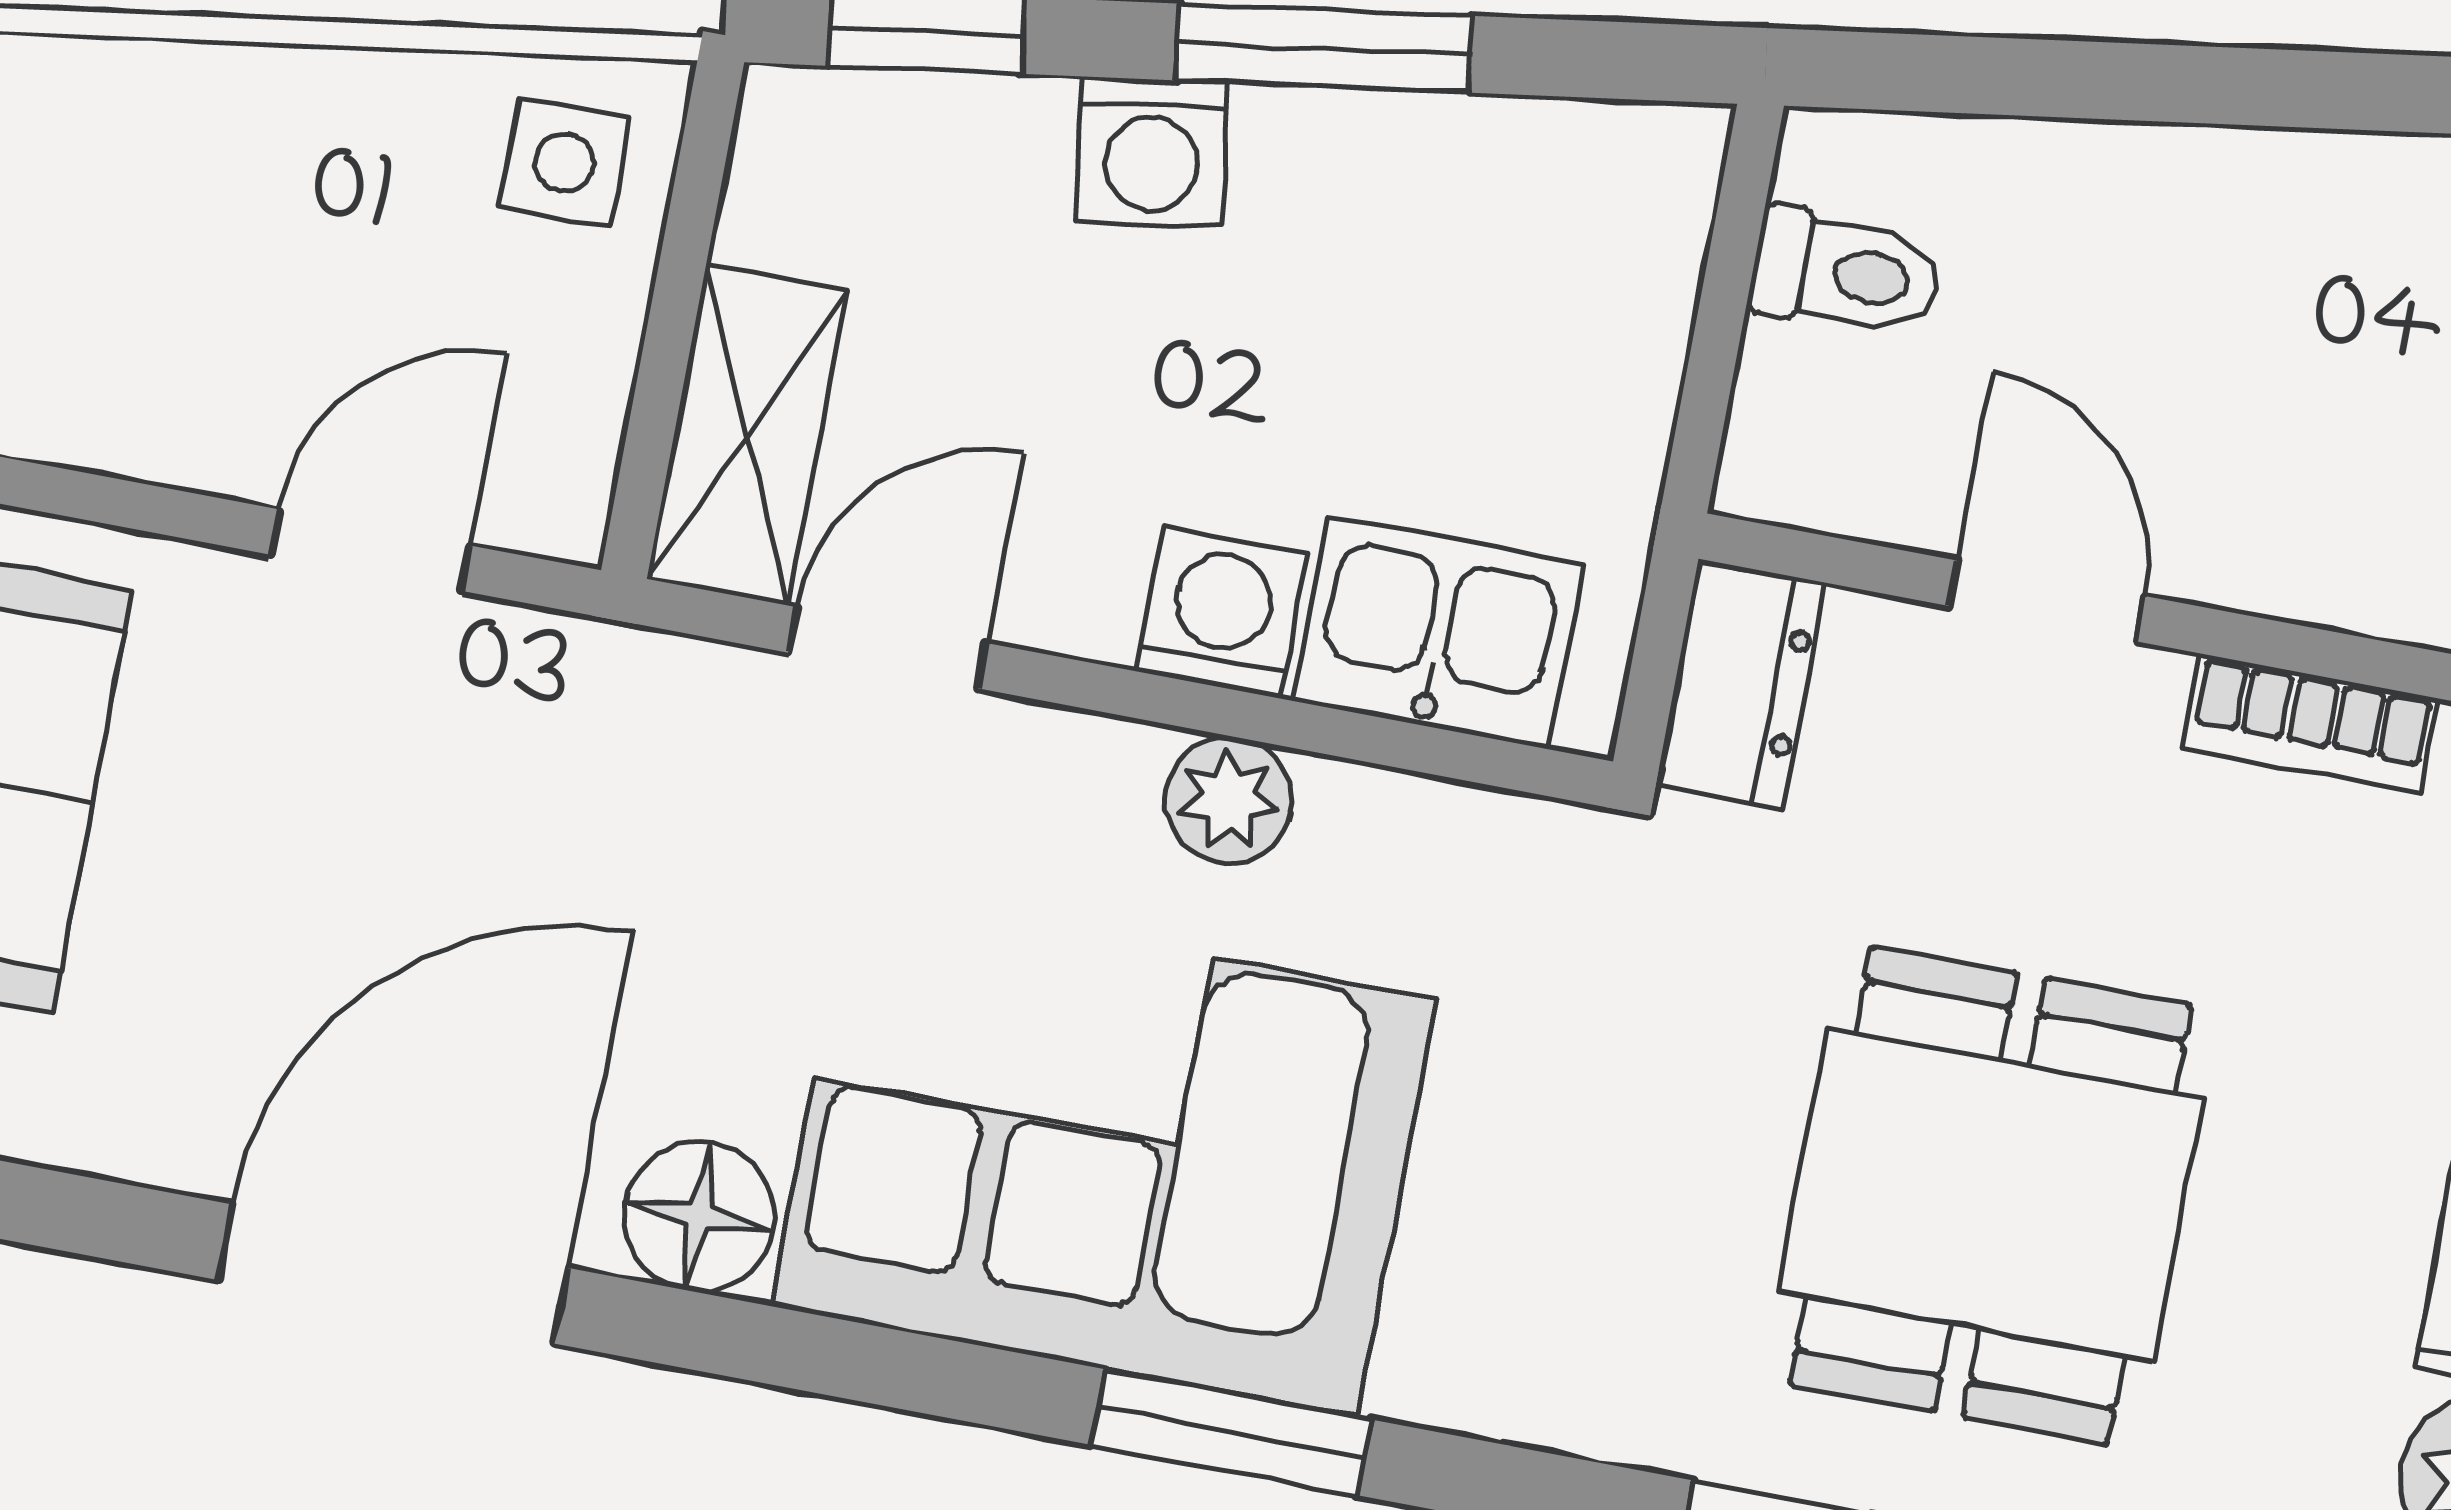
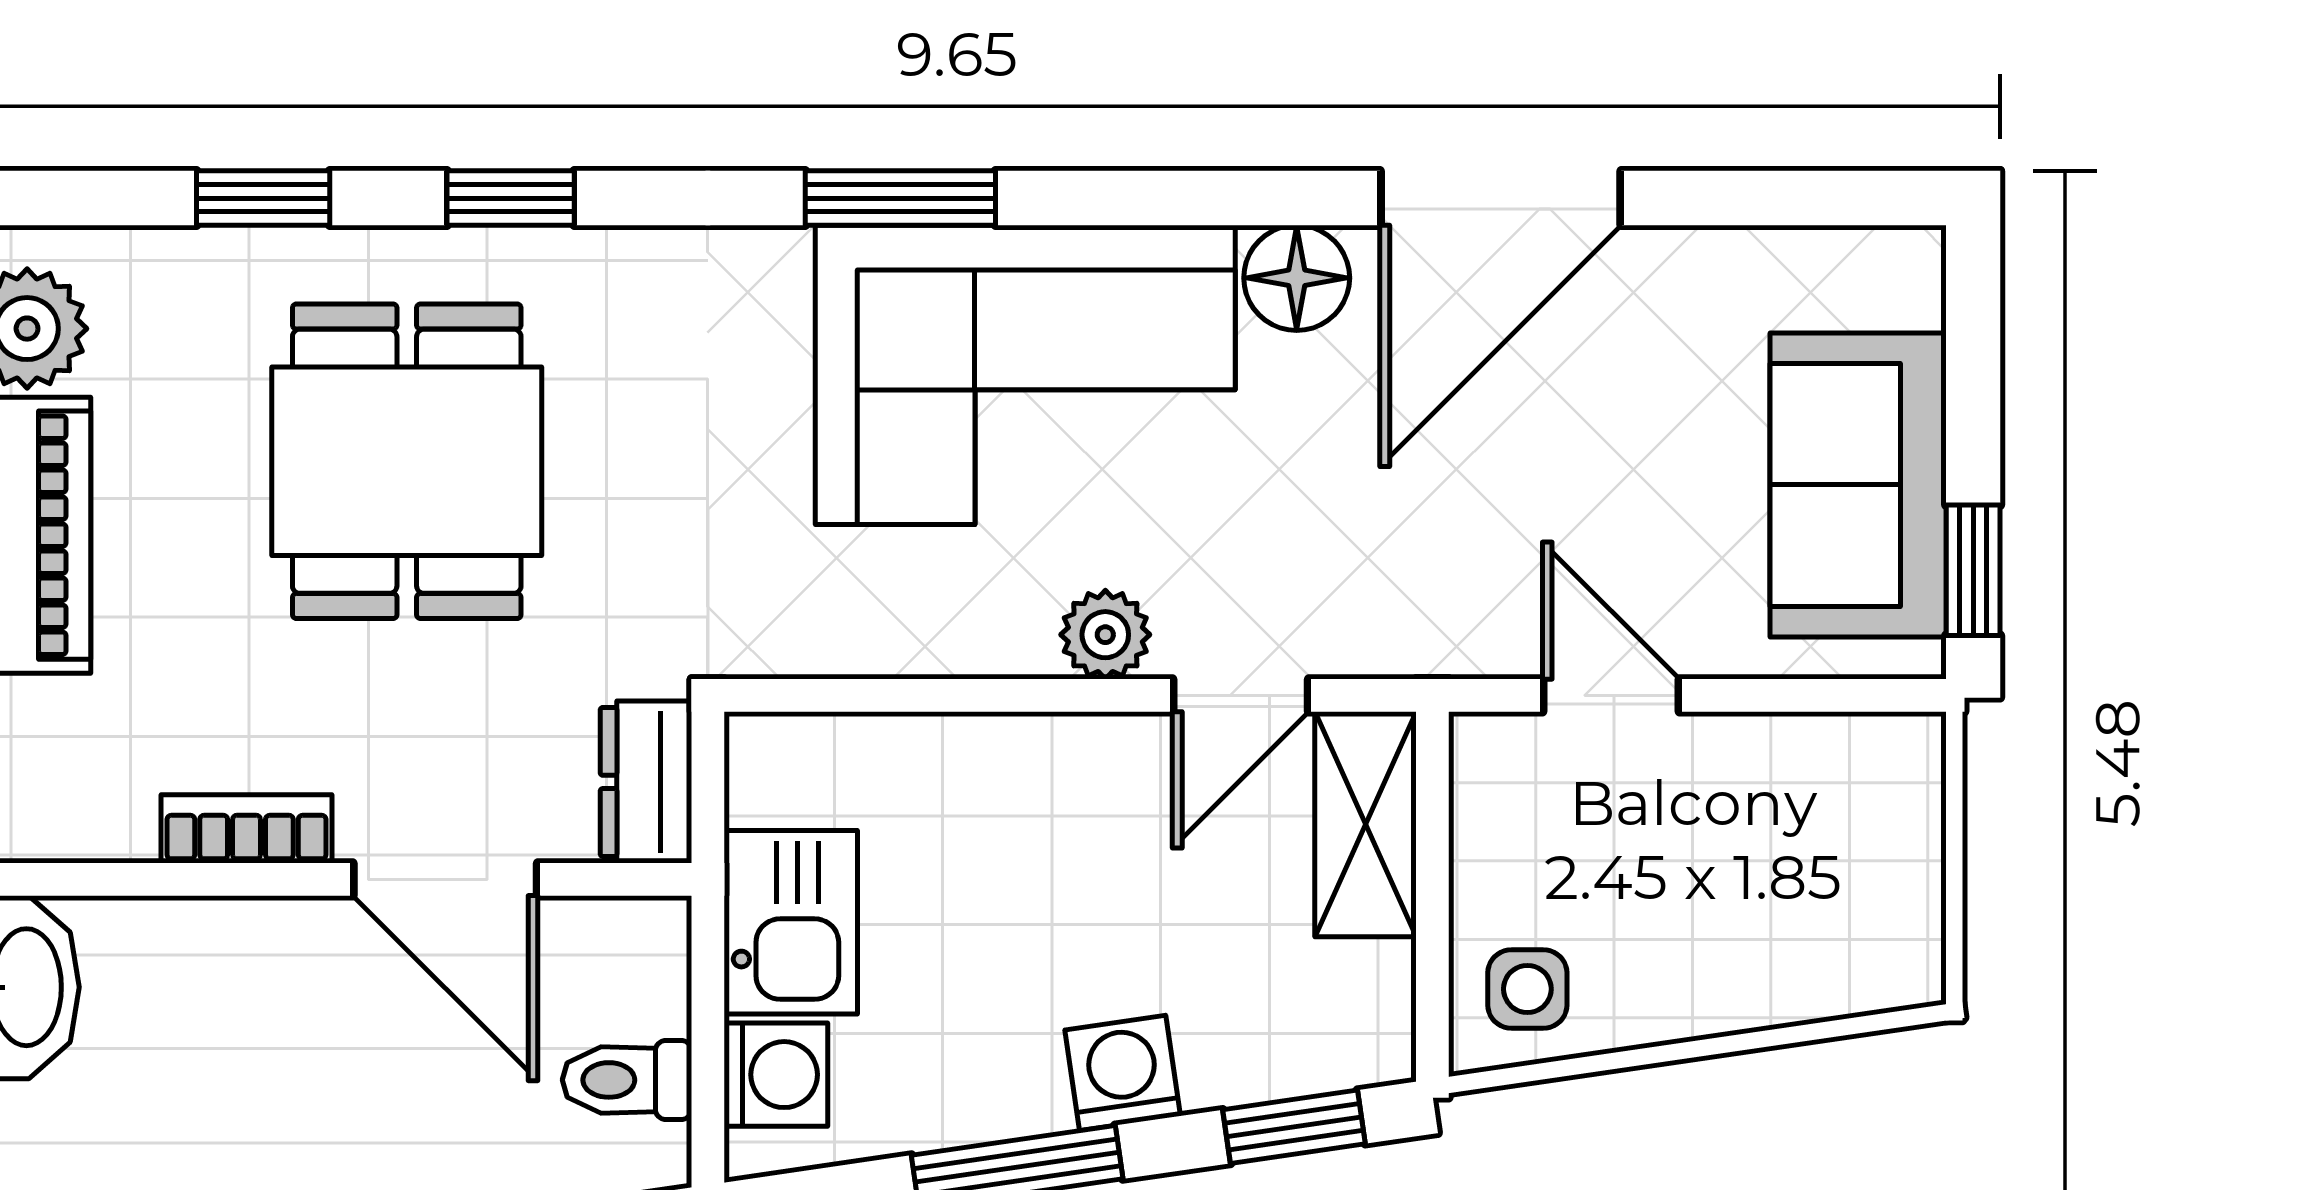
door: (370, 550) -> (1611, 695), swing flipped
door: (2047, 601) -> (445, 879), width x1.38
washing machine: (1222, 613) -> (776, 1075), moved, turned -90
kitchen sink: (1438, 632) -> (791, 922), moved, turned -90
plant: (1228, 800) -> (1105, 635), moved

